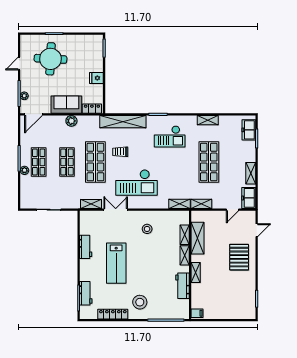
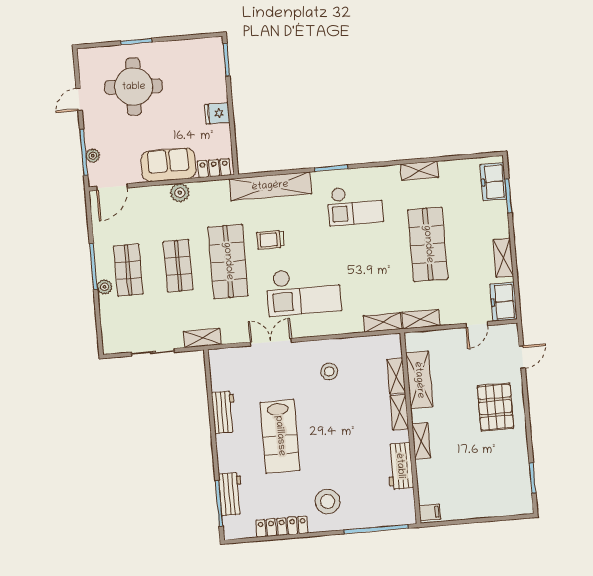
shelving: (91, 204) -> (202, 338), moved

